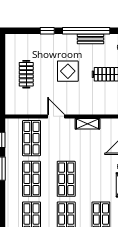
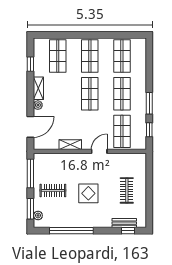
window: (47, 31) -> (128, 231), moved
bench: (91, 39) -> (124, 223), moved
door: (56, 116) -> (99, 151), swing flipped

